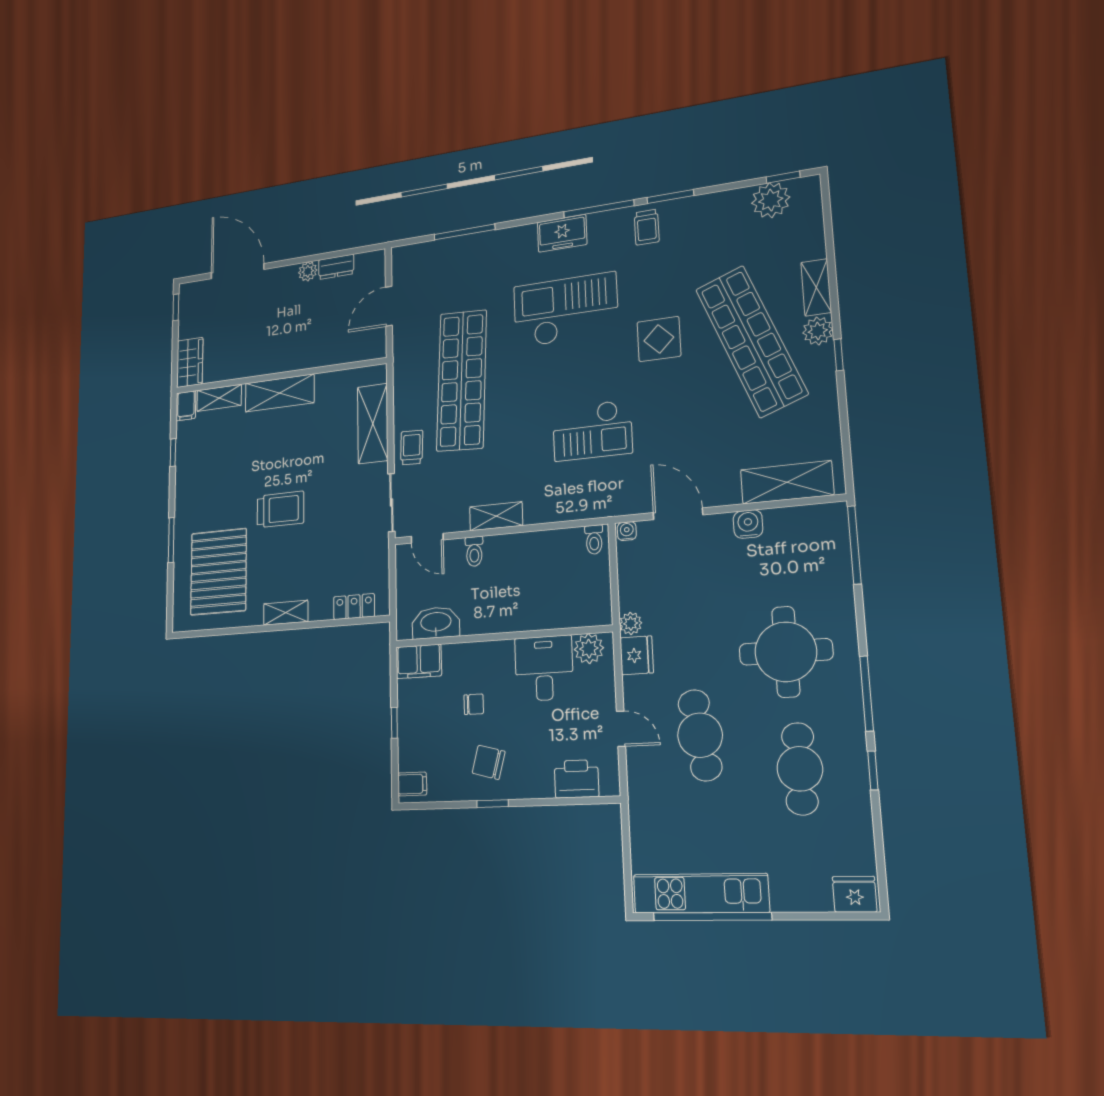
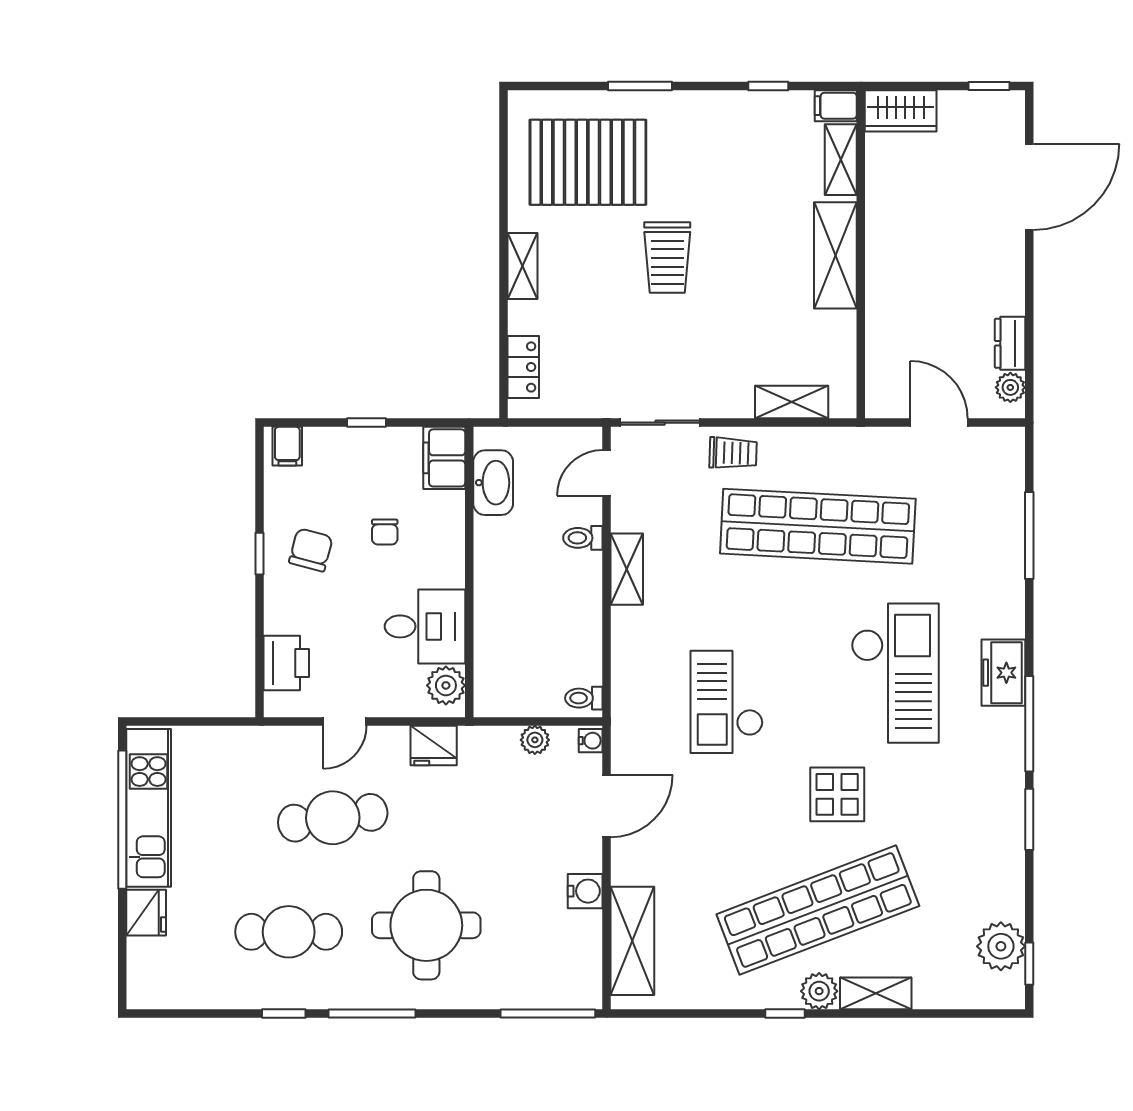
trolley: (647, 227) -> (992, 786), removed
plant: (308, 271) -> (1010, 387), moved
shelving: (373, 424) -> (792, 402), width x0.67, depth x0.75
plant: (631, 623) -> (535, 740), moved
fridge: (855, 894) -> (146, 913), moved

